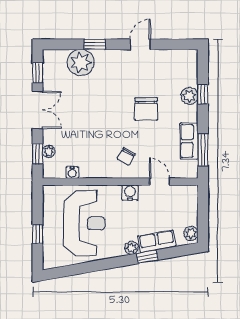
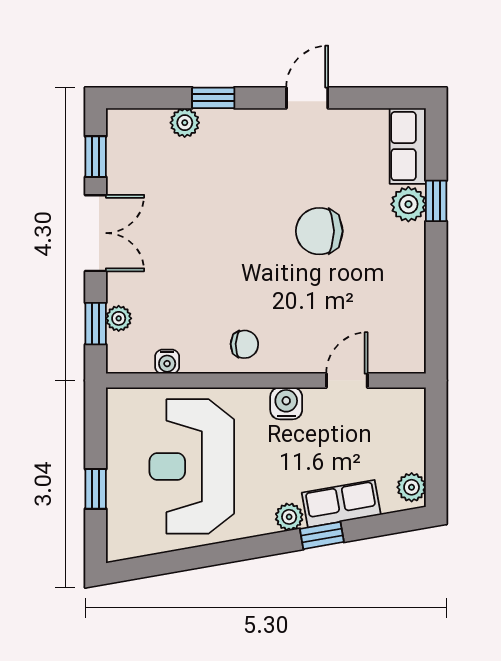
plant: (81, 63) -> (185, 123), width x0.53, depth x0.53
chair: (146, 109) -> (319, 231), turned 90
row of seats: (189, 141) -> (408, 146), moved
window: (203, 150) -> (436, 315), removed
chair: (126, 156) -> (244, 344), moved, turned -117
door: (160, 182) -> (347, 381), hinge flipped
reception desk: (84, 223) -> (192, 466), turned 180

